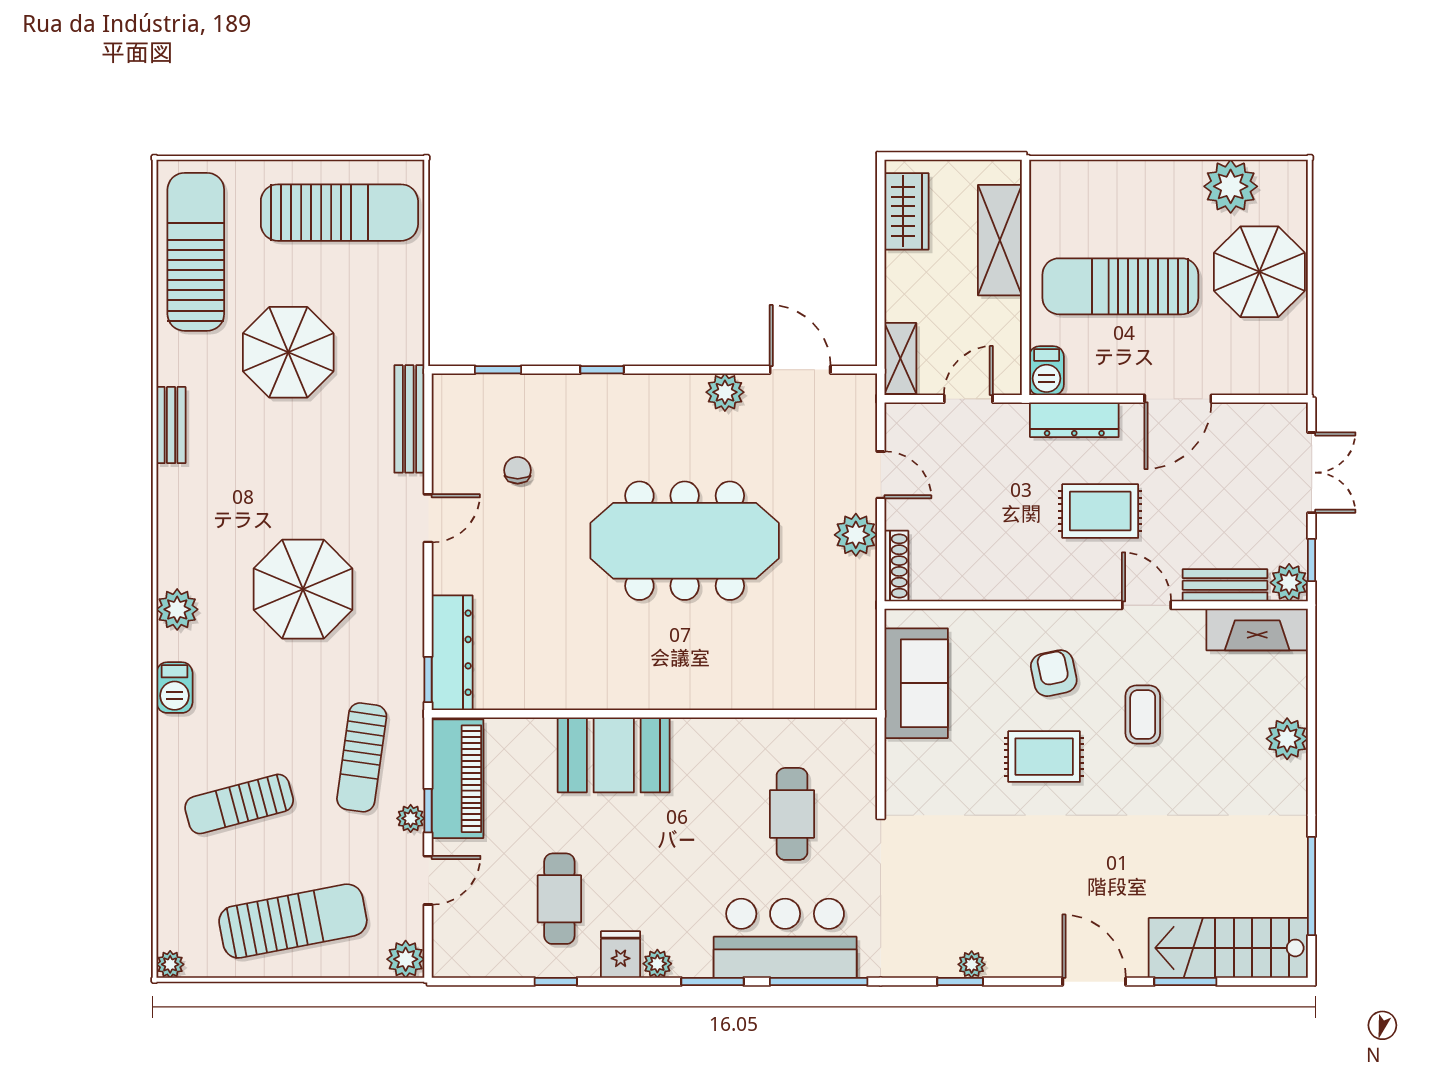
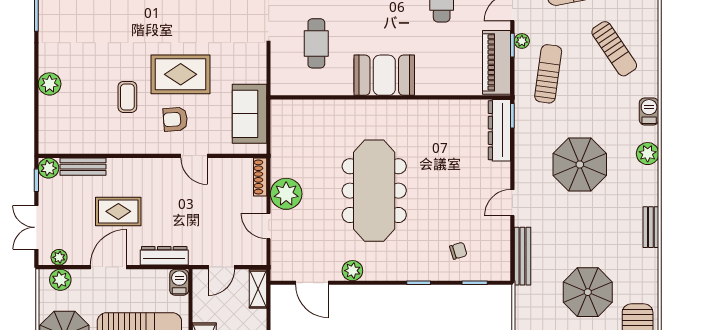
plant: (1267, 375) -> (60, 280), added
plant: (1270, 417) -> (59, 257), added
bench: (171, 425) -> (651, 227), moved
chair: (518, 470) -> (458, 251), moved, turned -107
rug: (1100, 511) -> (118, 211), moved
plant: (856, 535) -> (286, 194), width x1.36, depth x1.36
meeting table: (685, 541) -> (374, 191), turned 90
door: (1147, 605) -> (194, 156), moved
fireplace: (1257, 630) -> (66, 143), removed
armchair: (1054, 673) -> (175, 119), turned 98
booth: (614, 755) -> (384, 75), moved
rug: (1044, 757) -> (181, 74), width x1.36, depth x1.43
sun lounger: (239, 804) -> (614, 49), turned 71

